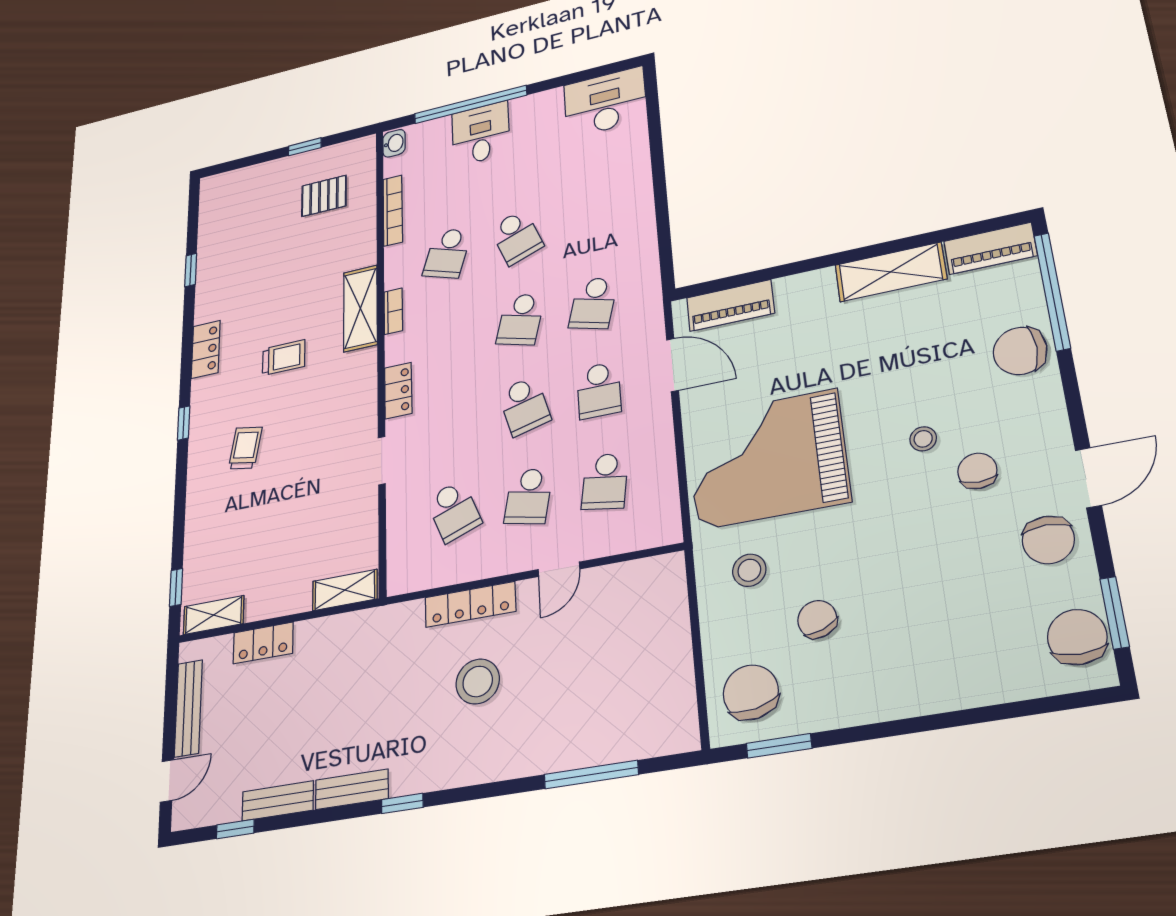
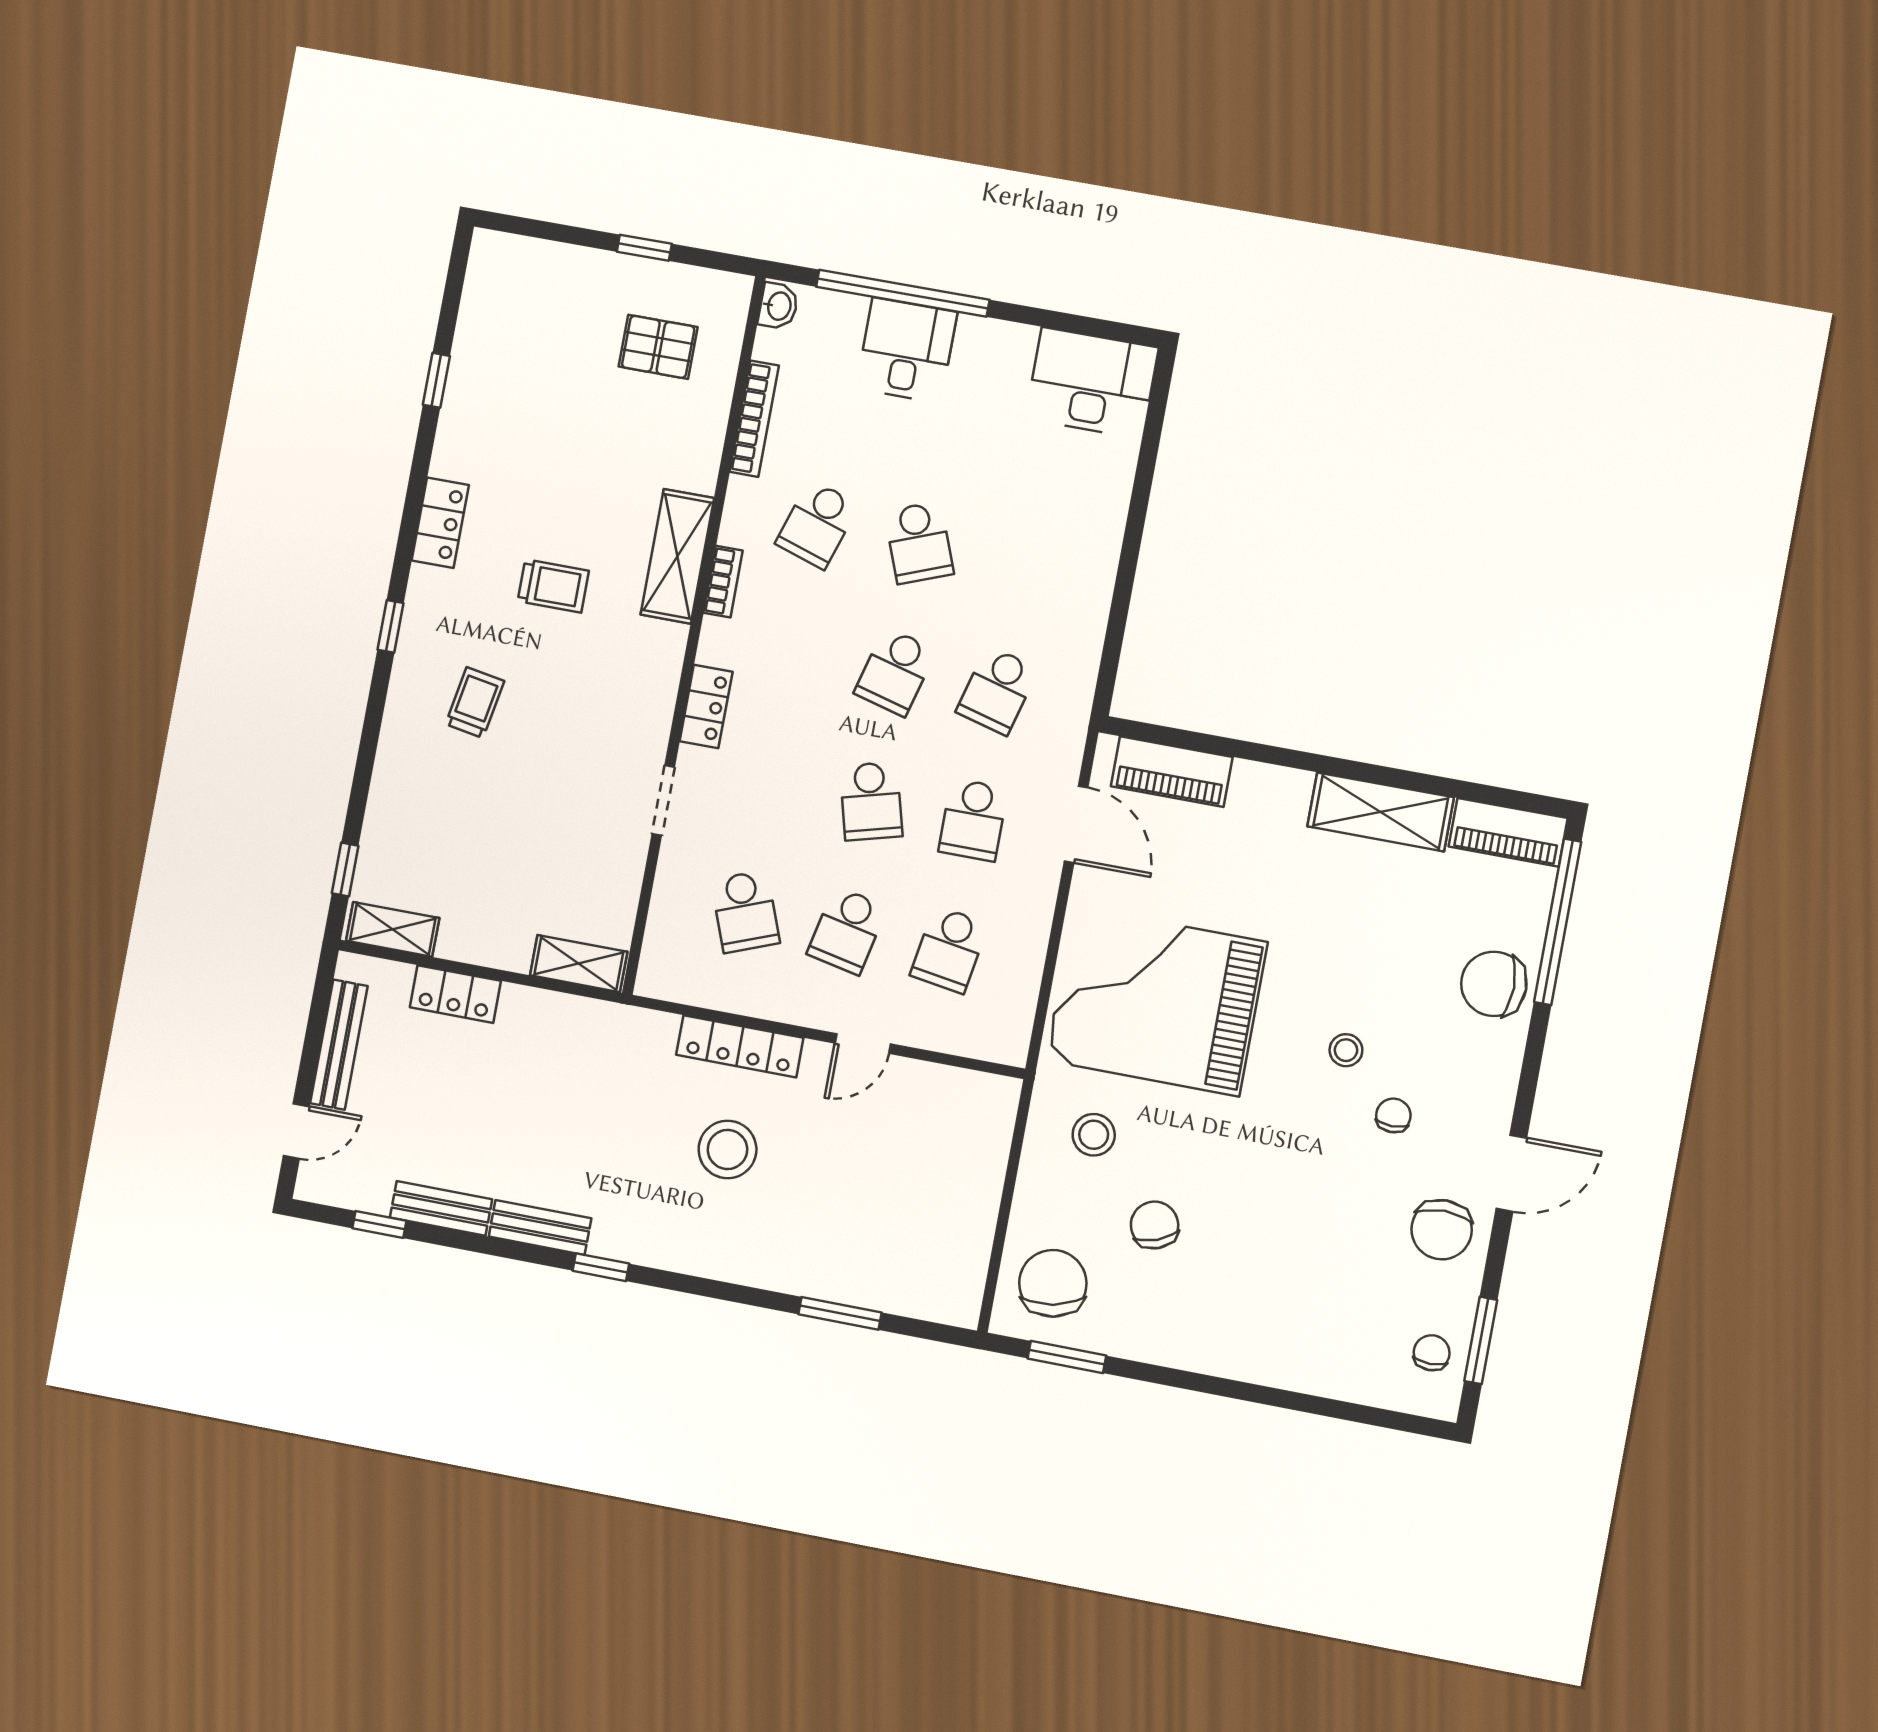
chair: (977, 471) -> (1393, 1115), width x0.73, depth x0.73
chair: (1077, 637) -> (1432, 1353), width x0.54, depth x0.54
window: (591, 775) -> (840, 1313), width x0.69

